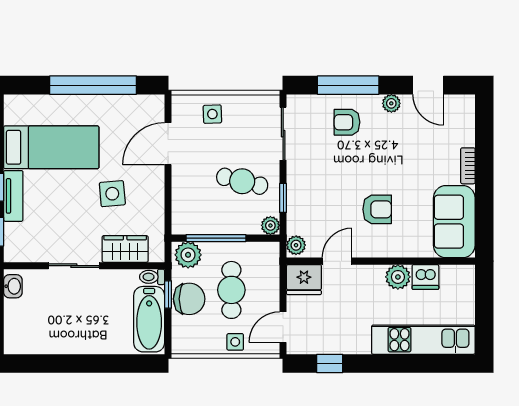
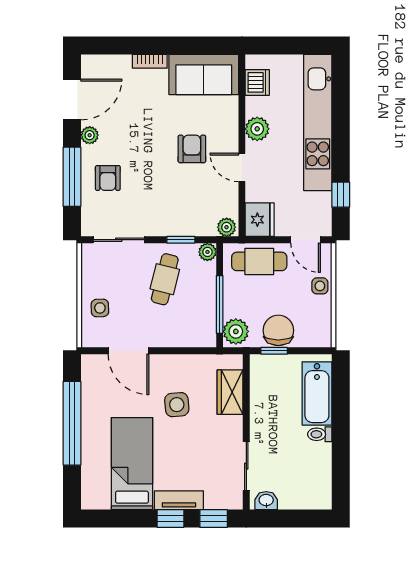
door: (428, 85) -> (72, 100), width x1.38
door: (337, 261) -> (242, 167), moved
sliding door: (74, 266) -> (246, 466), moved
toilet: (152, 277) -> (320, 434), moved, turned 90
dishwasher: (425, 277) -> (257, 82), moved
cafe table: (231, 290) -> (259, 261), moved
bathtub: (149, 319) -> (317, 393), moved, turned 90
kitchen unit: (423, 340) -> (318, 122), width x1.36

